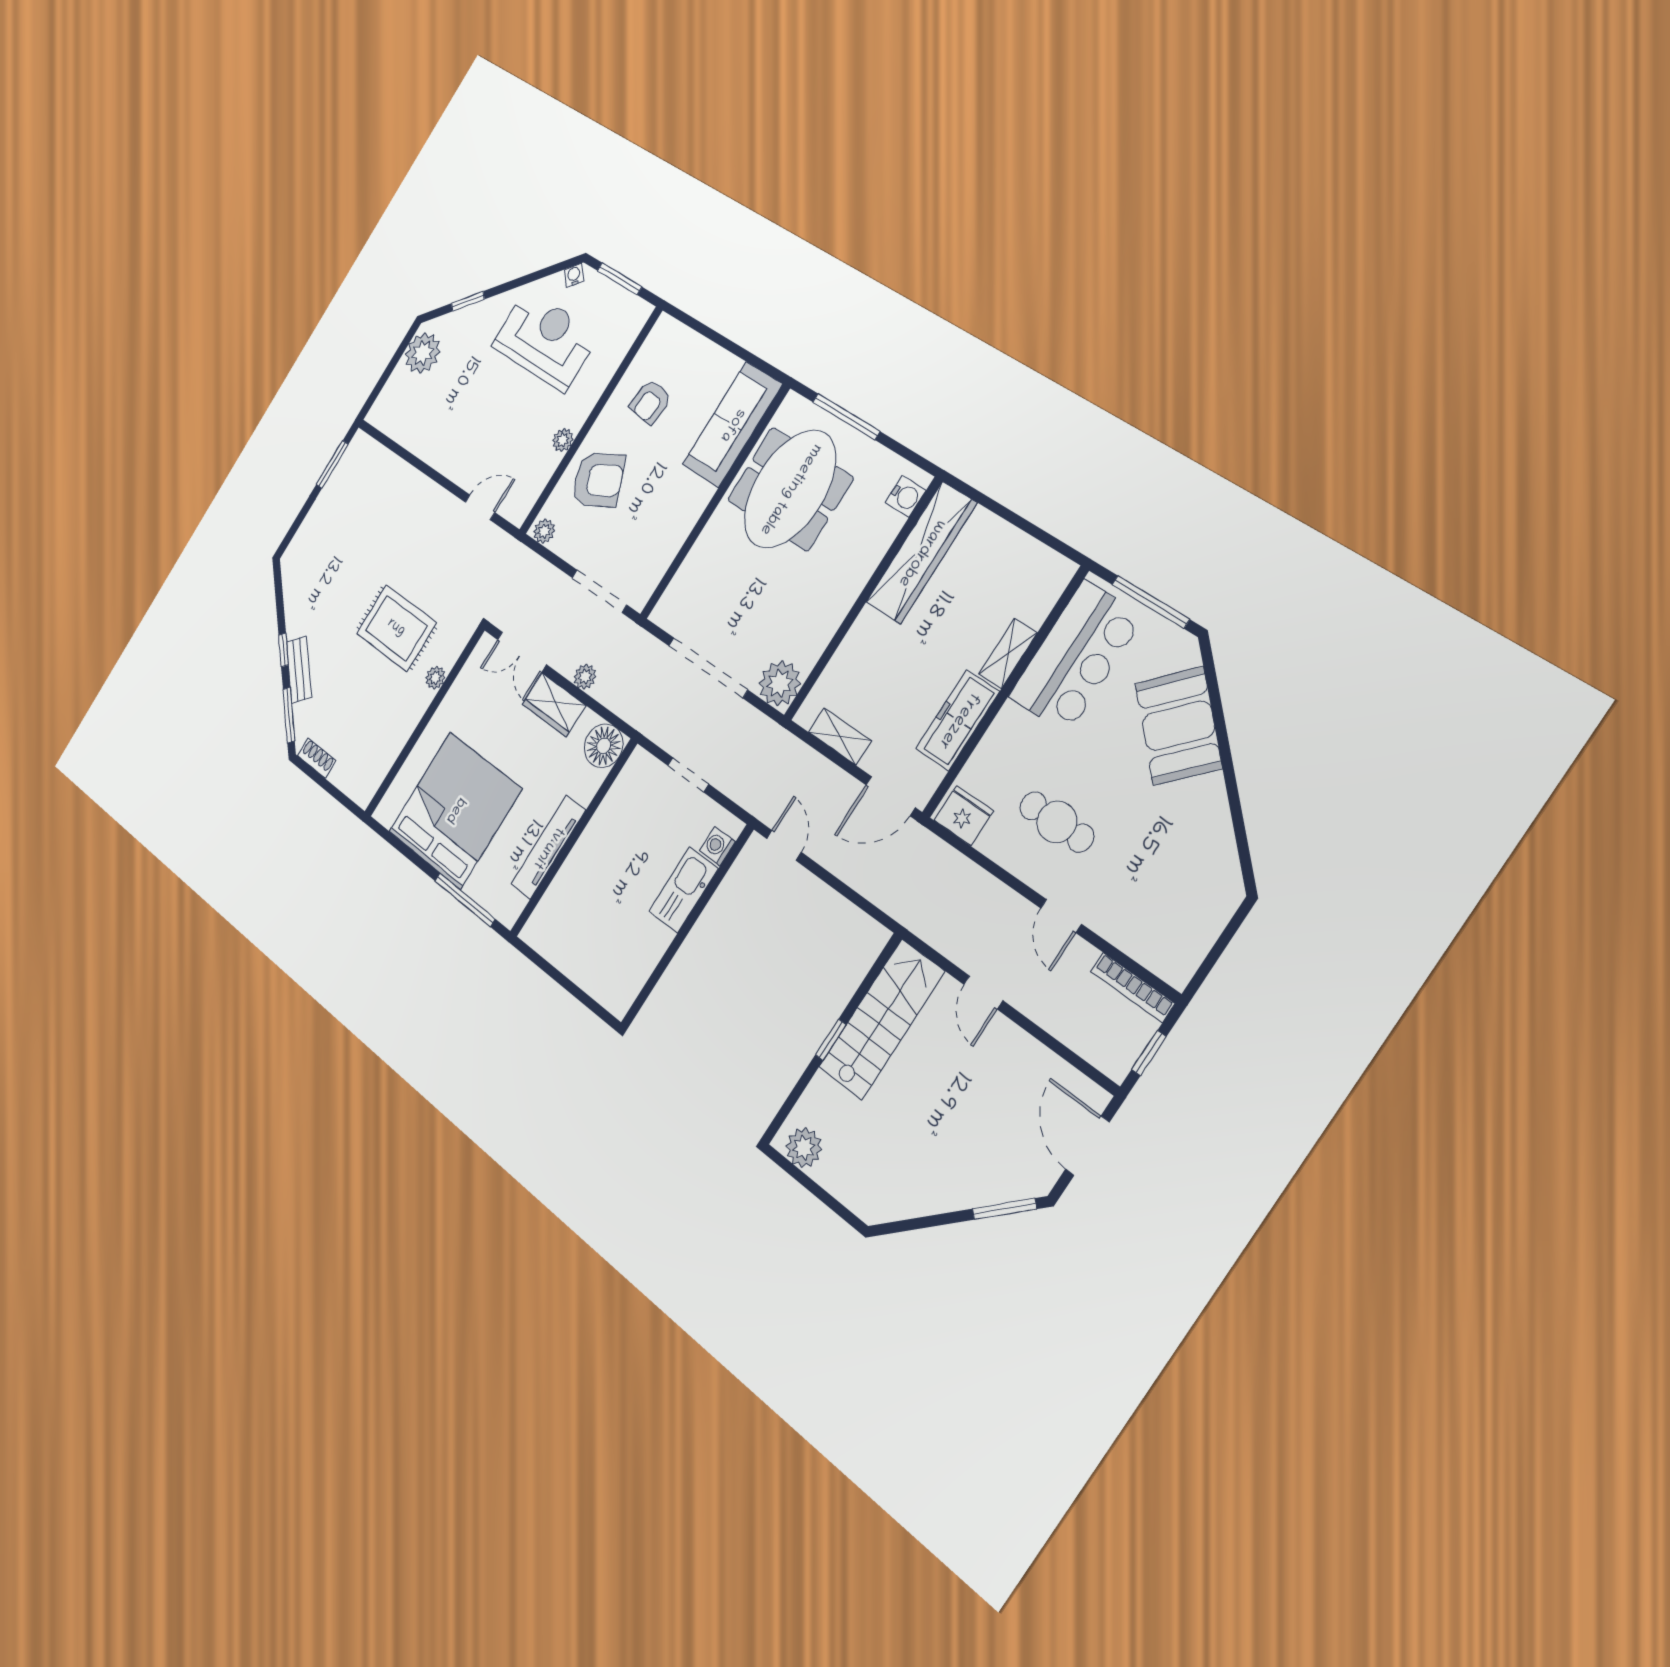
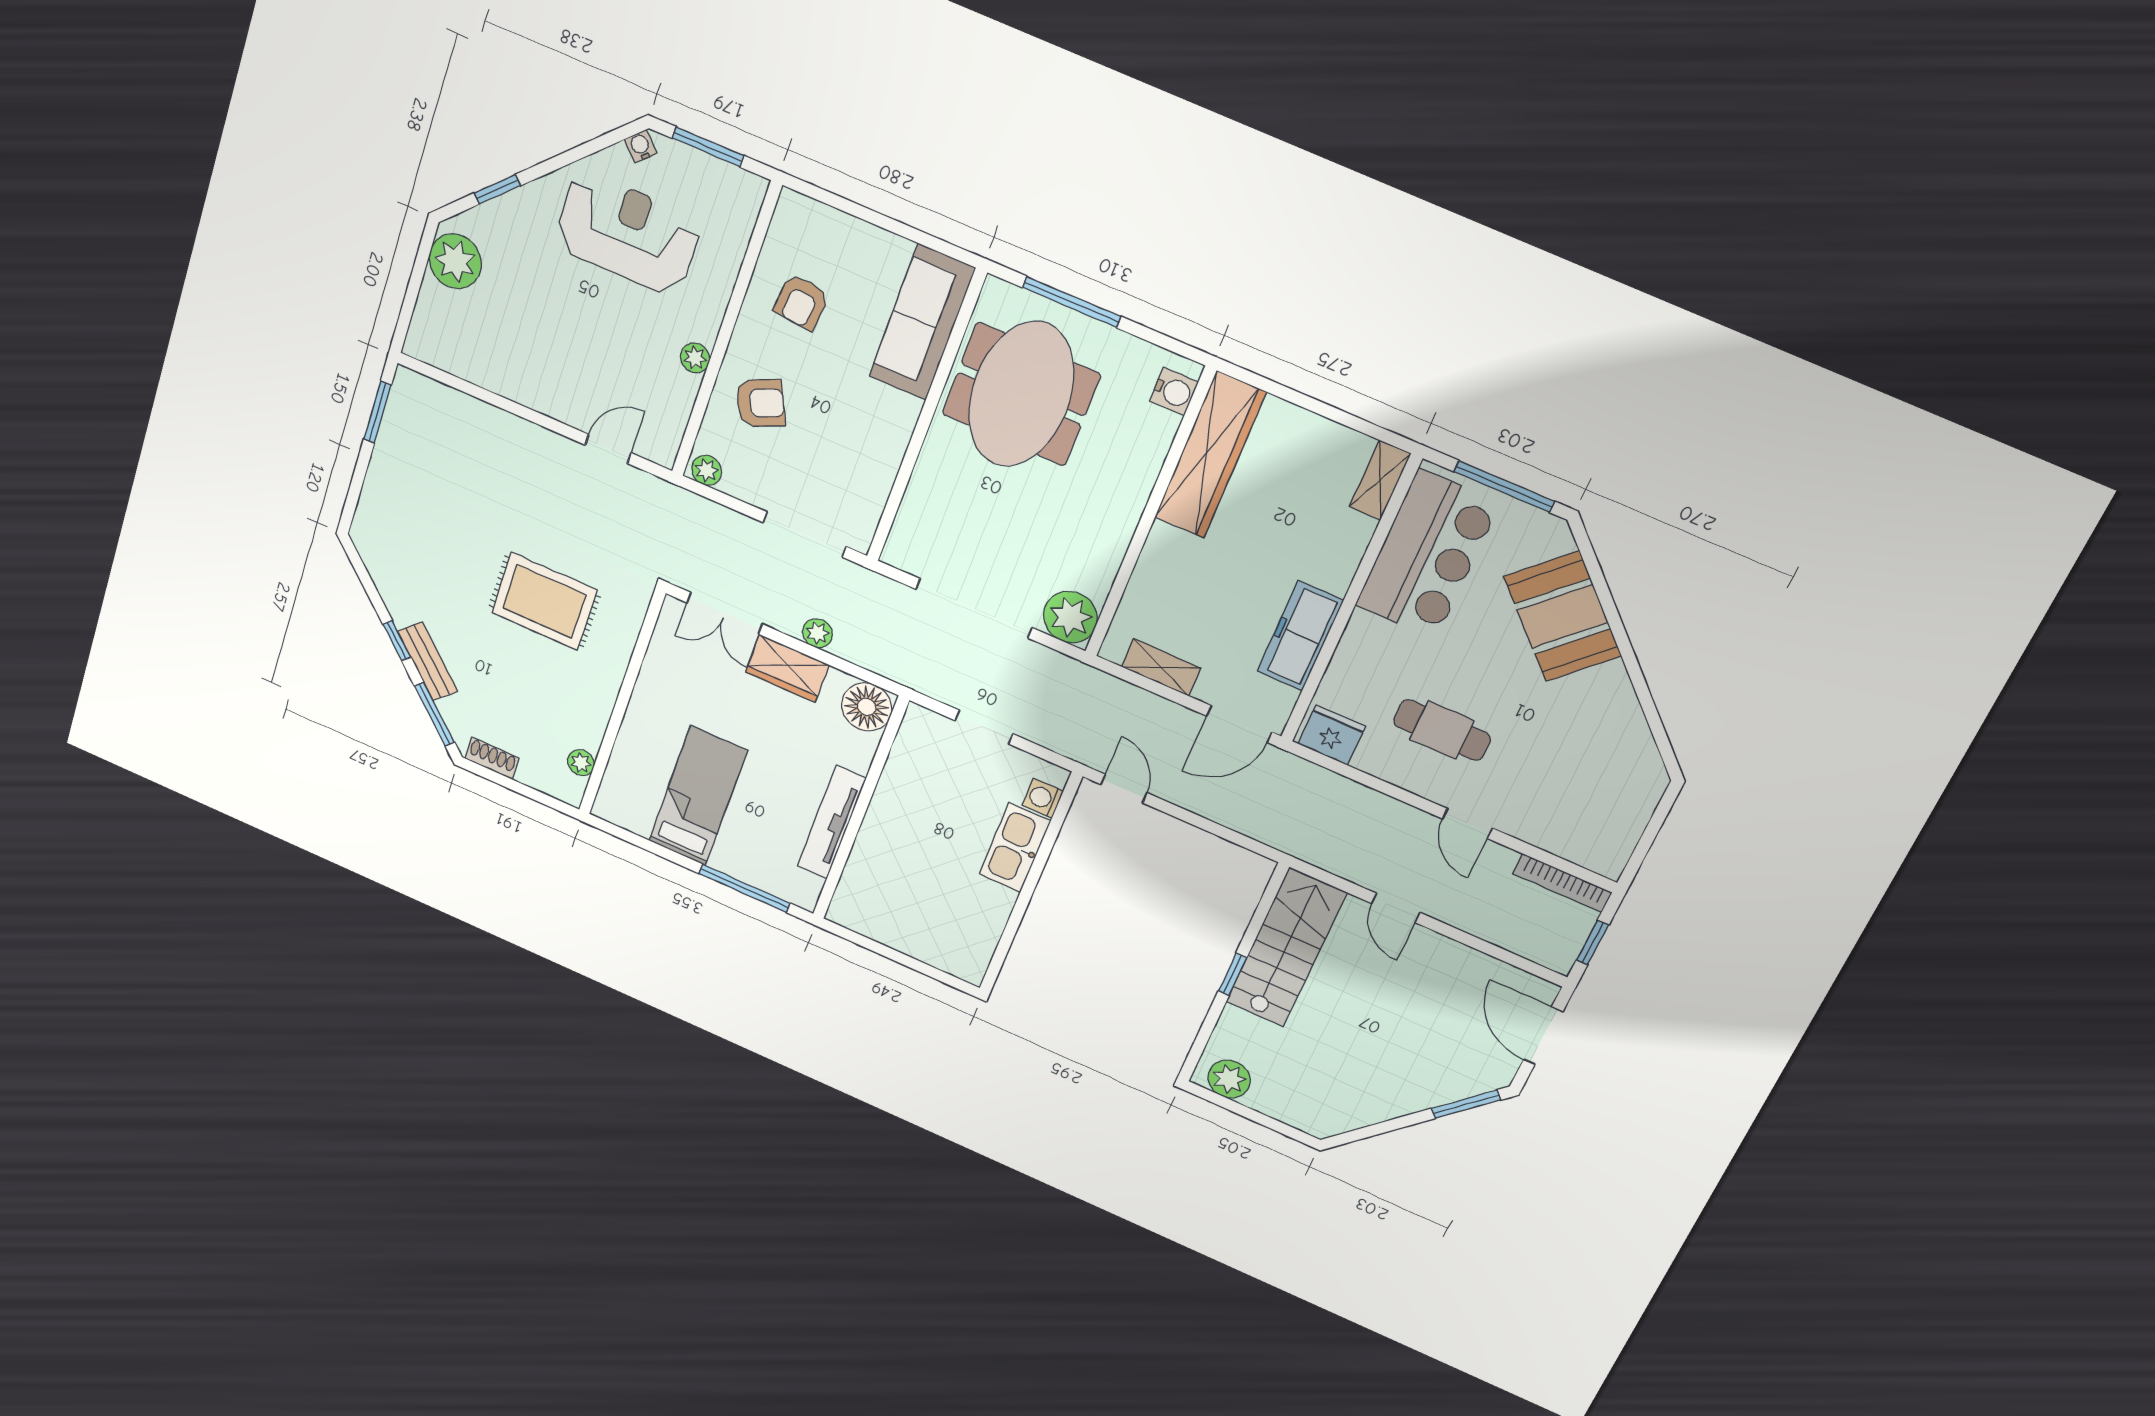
armchair: (598, 480) -> (760, 403), width x0.72, depth x0.72
shelving: (1008, 653) -> (1380, 480), moved
plant: (435, 678) -> (581, 763), moved
bed: (455, 810) -> (698, 796), width x0.49

